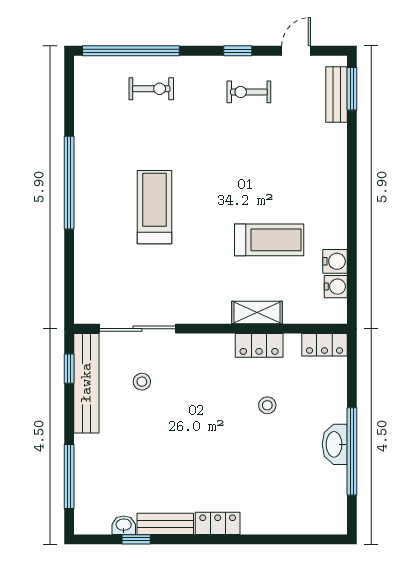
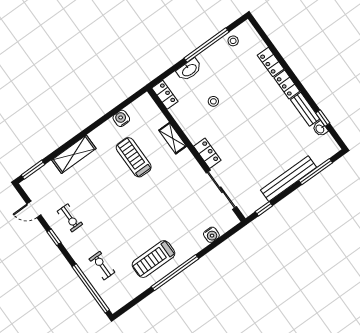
bench: (336, 94) -> (41, 175), removed
shelving: (333, 160) -> (74, 154), added
treadmill: (154, 207) -> (153, 259), moved
water cooler: (336, 287) -> (211, 235), moved, turned 180
locker: (259, 345) -> (207, 153), moved
stool: (142, 382) -> (233, 41), moved
bench: (86, 383) -> (288, 179), moved
washbasin: (335, 444) -> (189, 70), moved
locker: (265, 523) -> (271, 62), added

